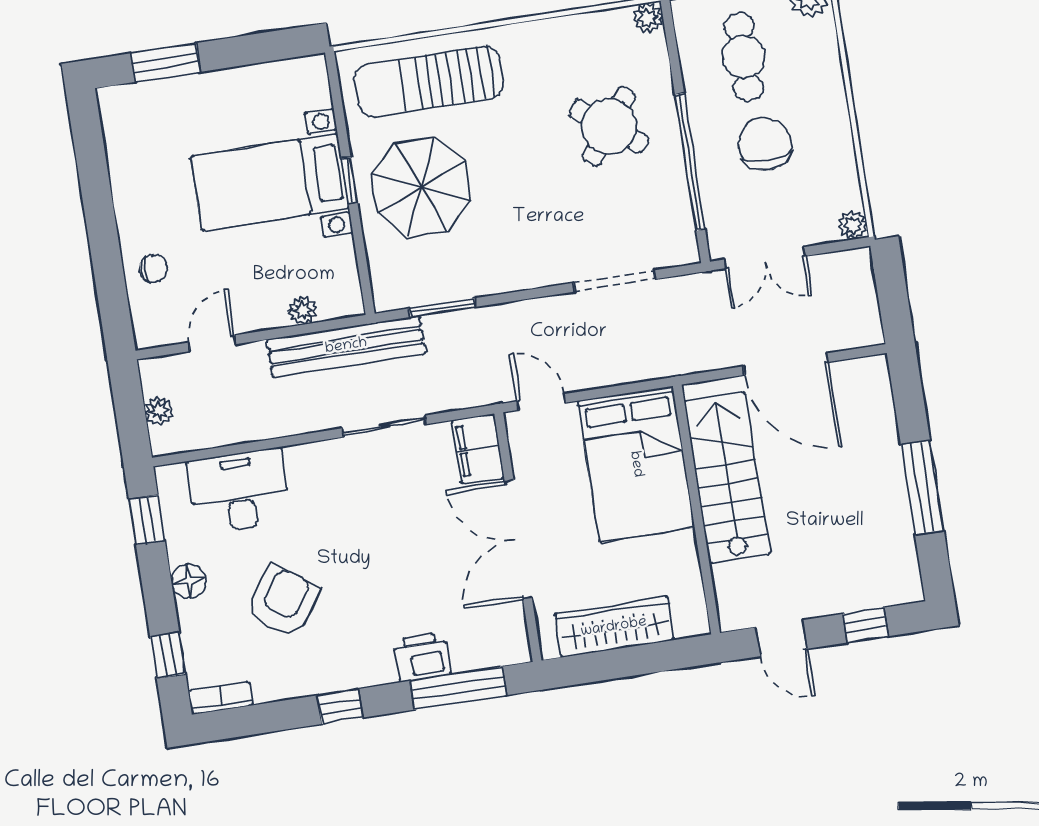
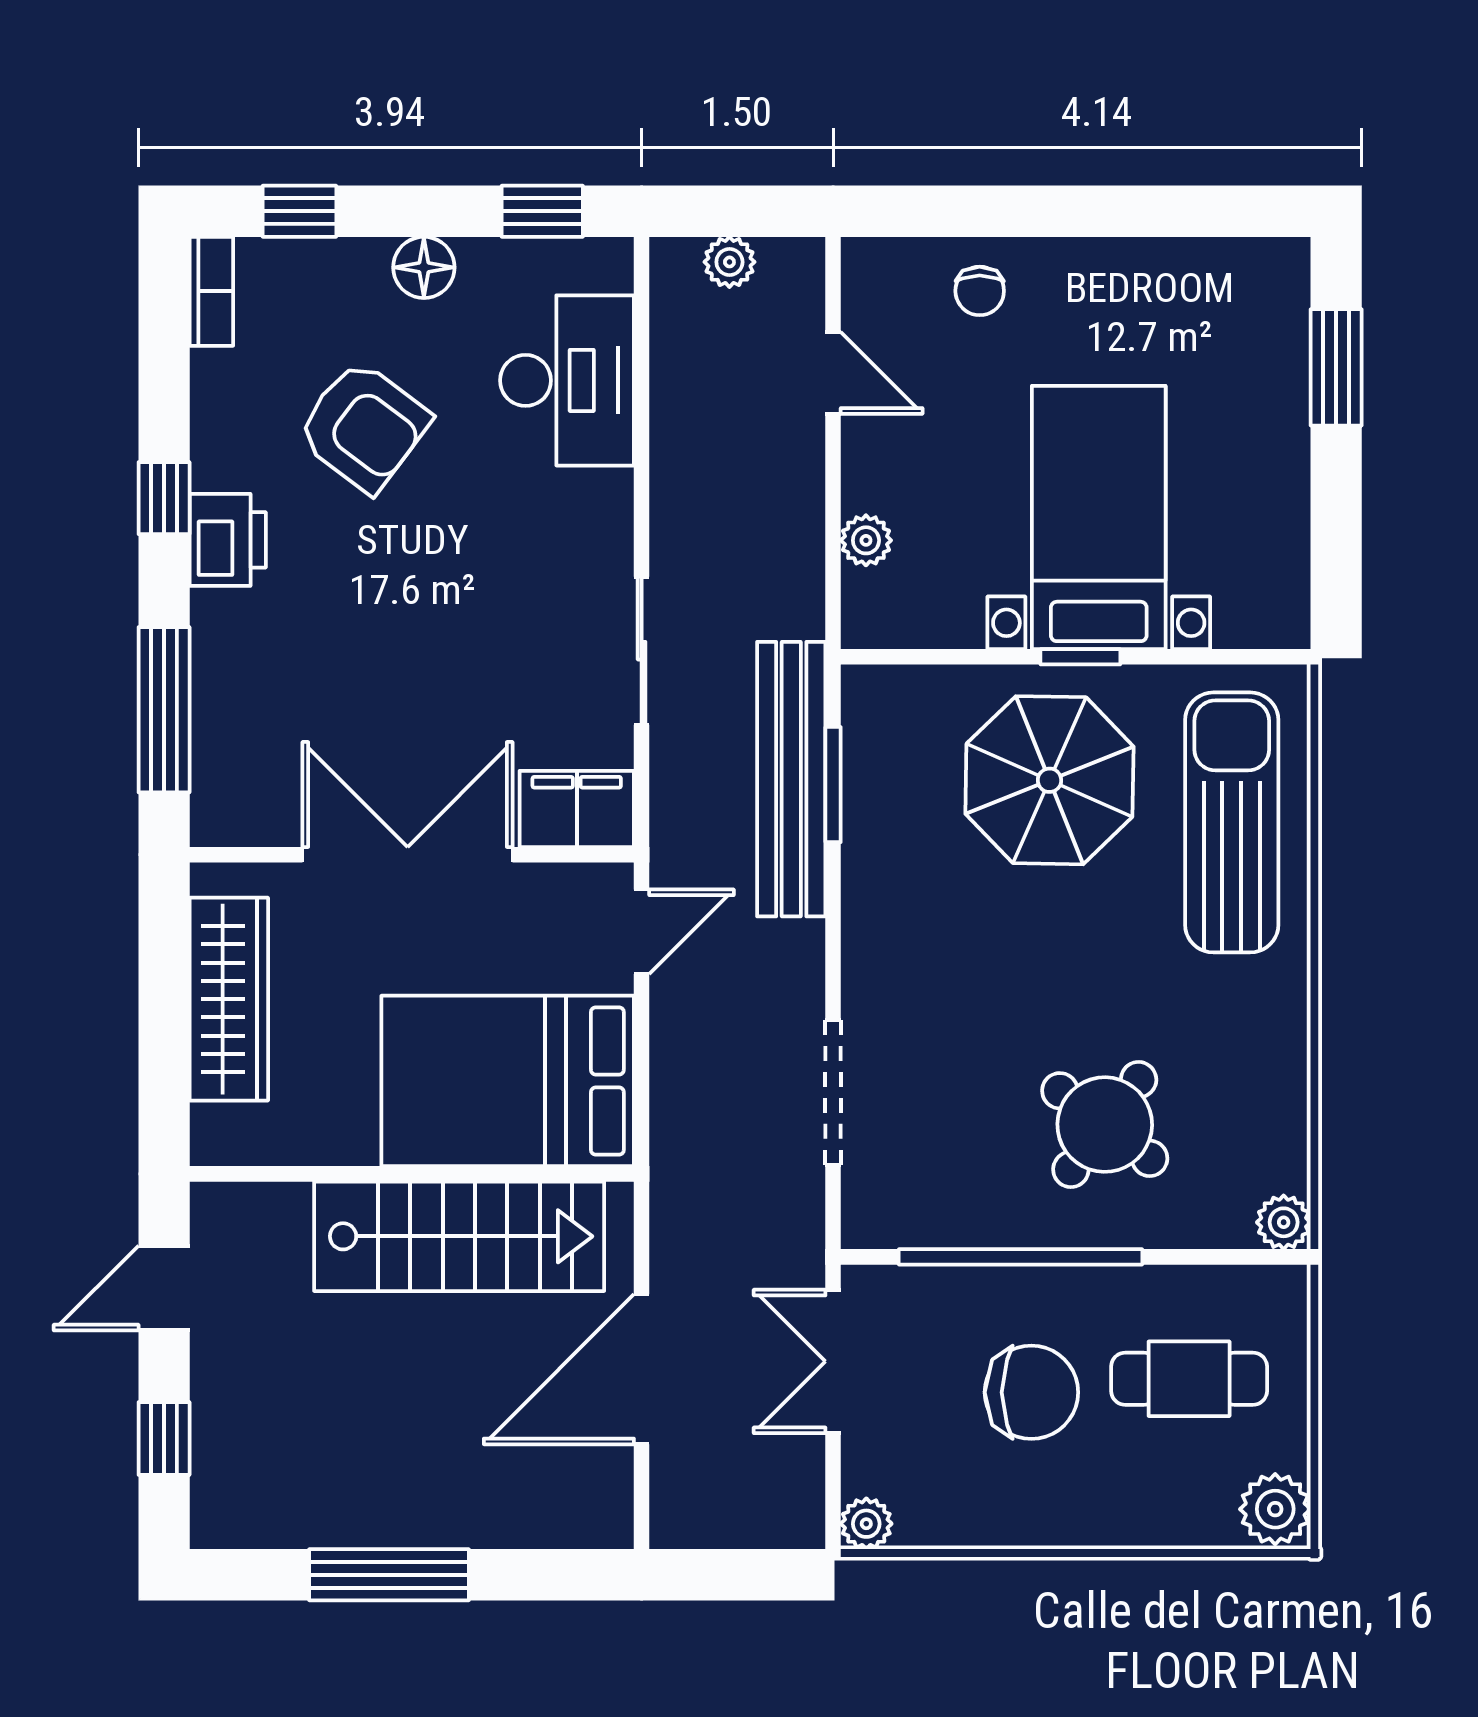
bench: (346, 346) -> (791, 779), moved
printer: (422, 657) -> (228, 540), moved

